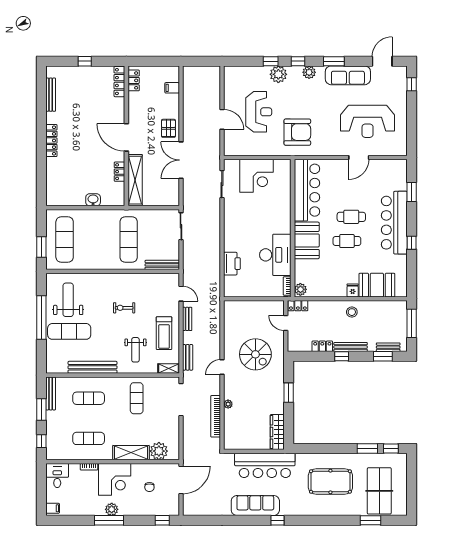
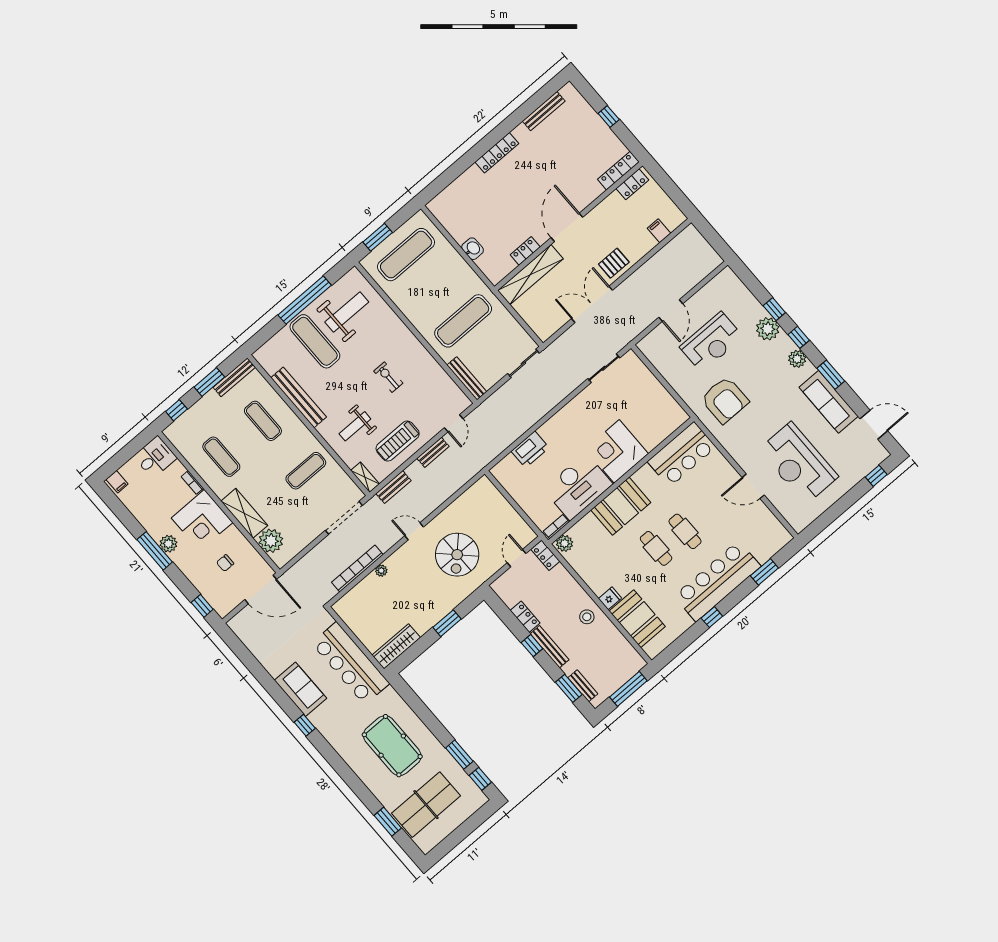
corner desk: (256, 176) -> (617, 451), moved, turned 90
bar counter: (307, 190) -> (682, 454), width x0.73
sofa: (255, 506) -> (300, 689), width x0.73

